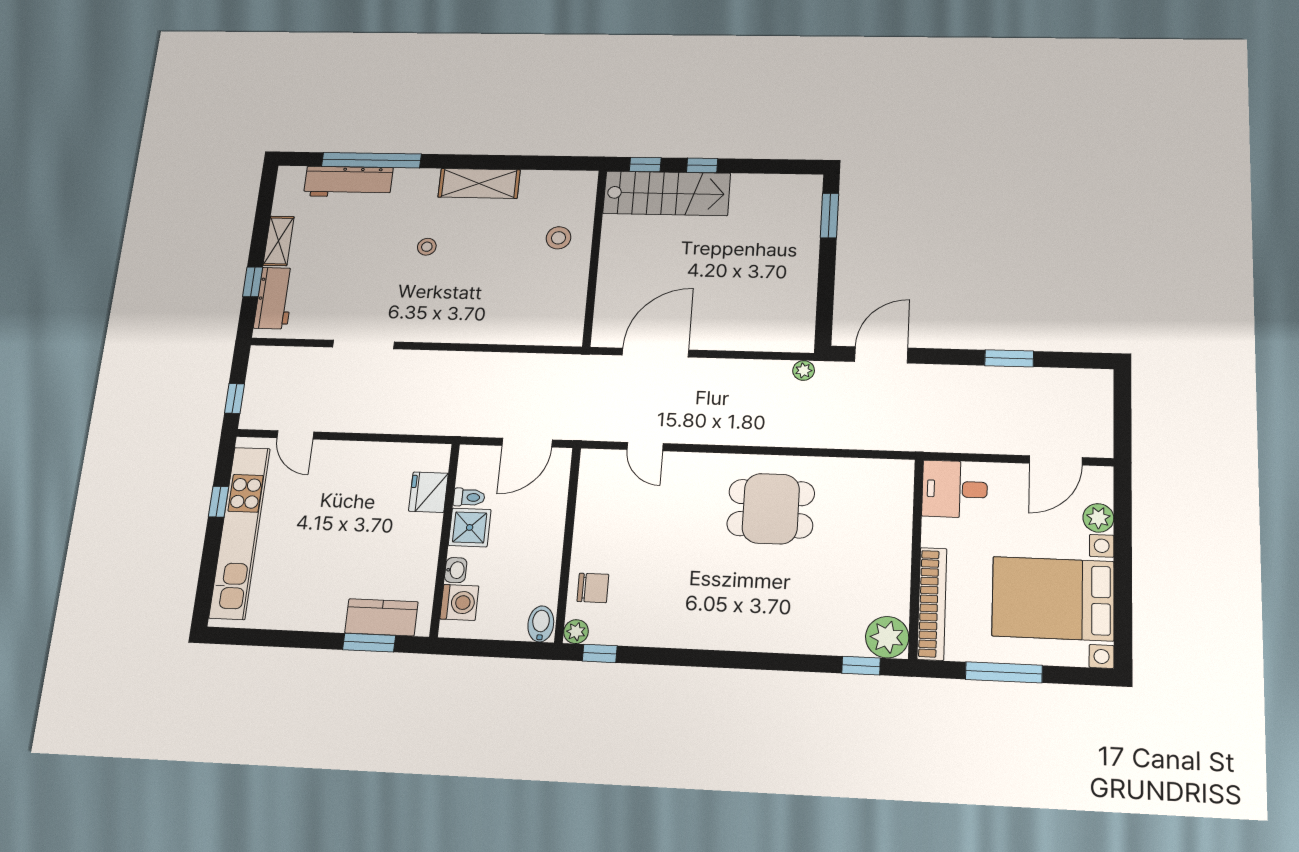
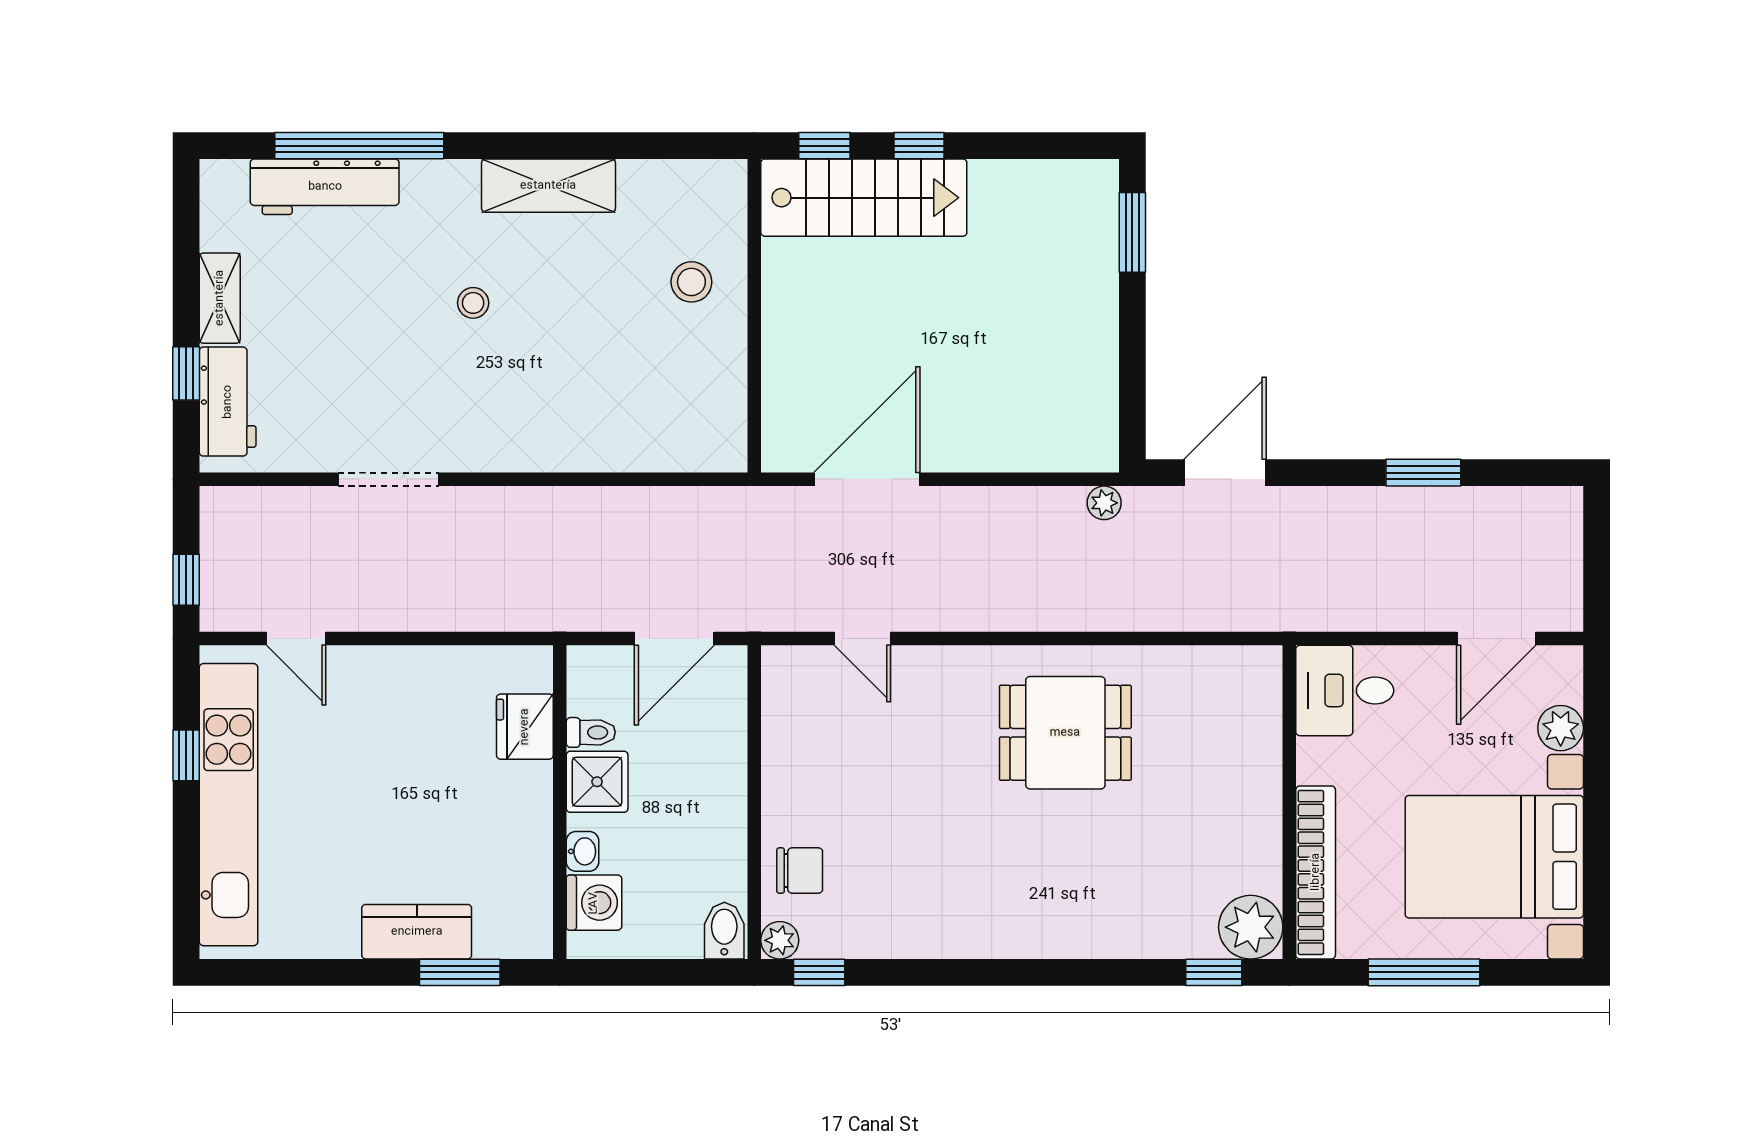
kitchen counter: (381, 617) -> (417, 932), moved

